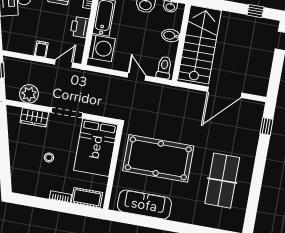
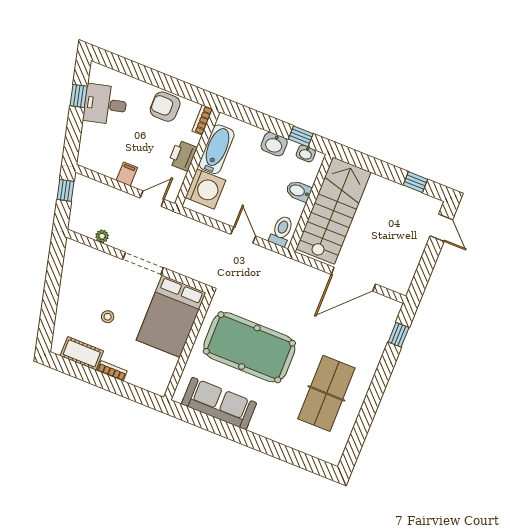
plant: (29, 94) -> (102, 236), width x0.53, depth x0.53
wardrobe: (34, 117) -> (99, 261), removed
cot: (87, 198) -> (82, 353), moved

